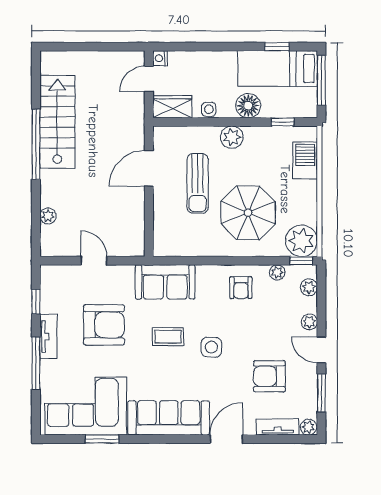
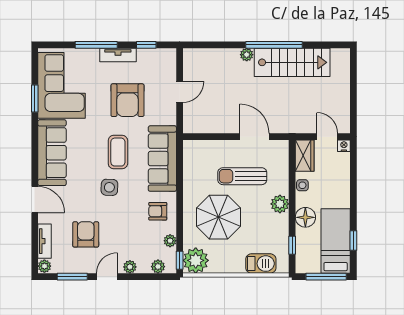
plant: (48, 216) -> (247, 55), moved
sofa: (165, 282) -> (162, 159), width x1.36
coffee table: (168, 337) -> (118, 152), width x1.36, depth x1.30

